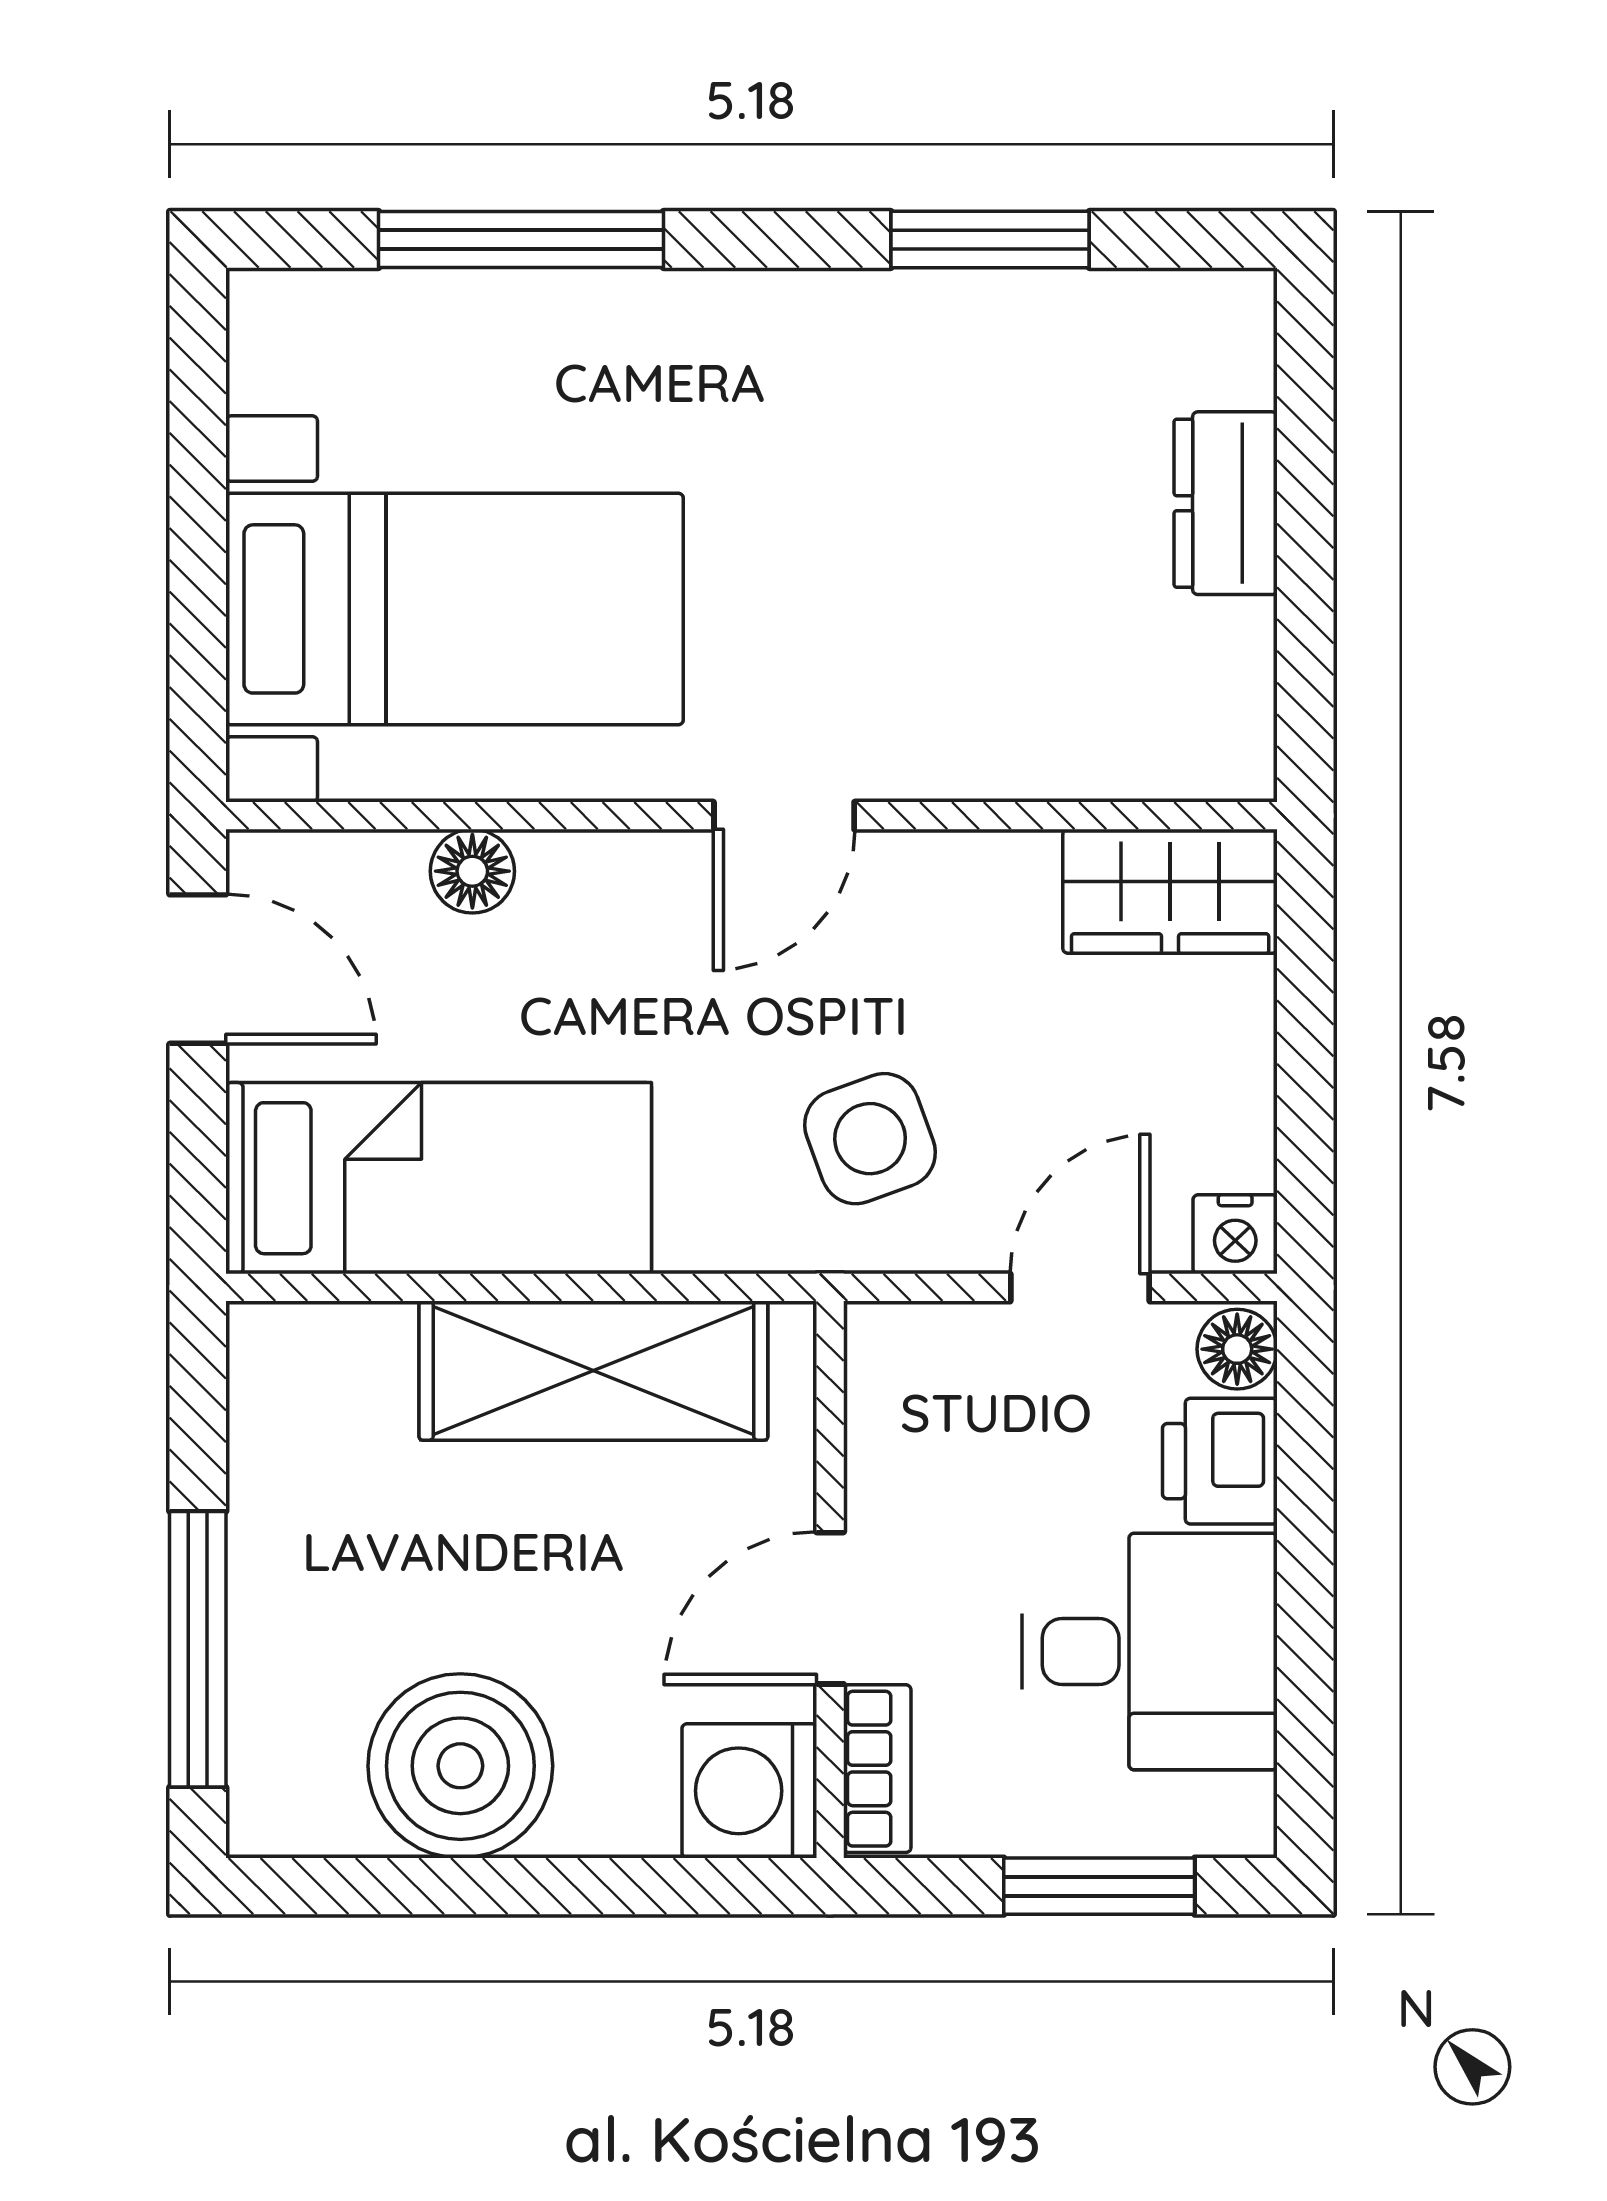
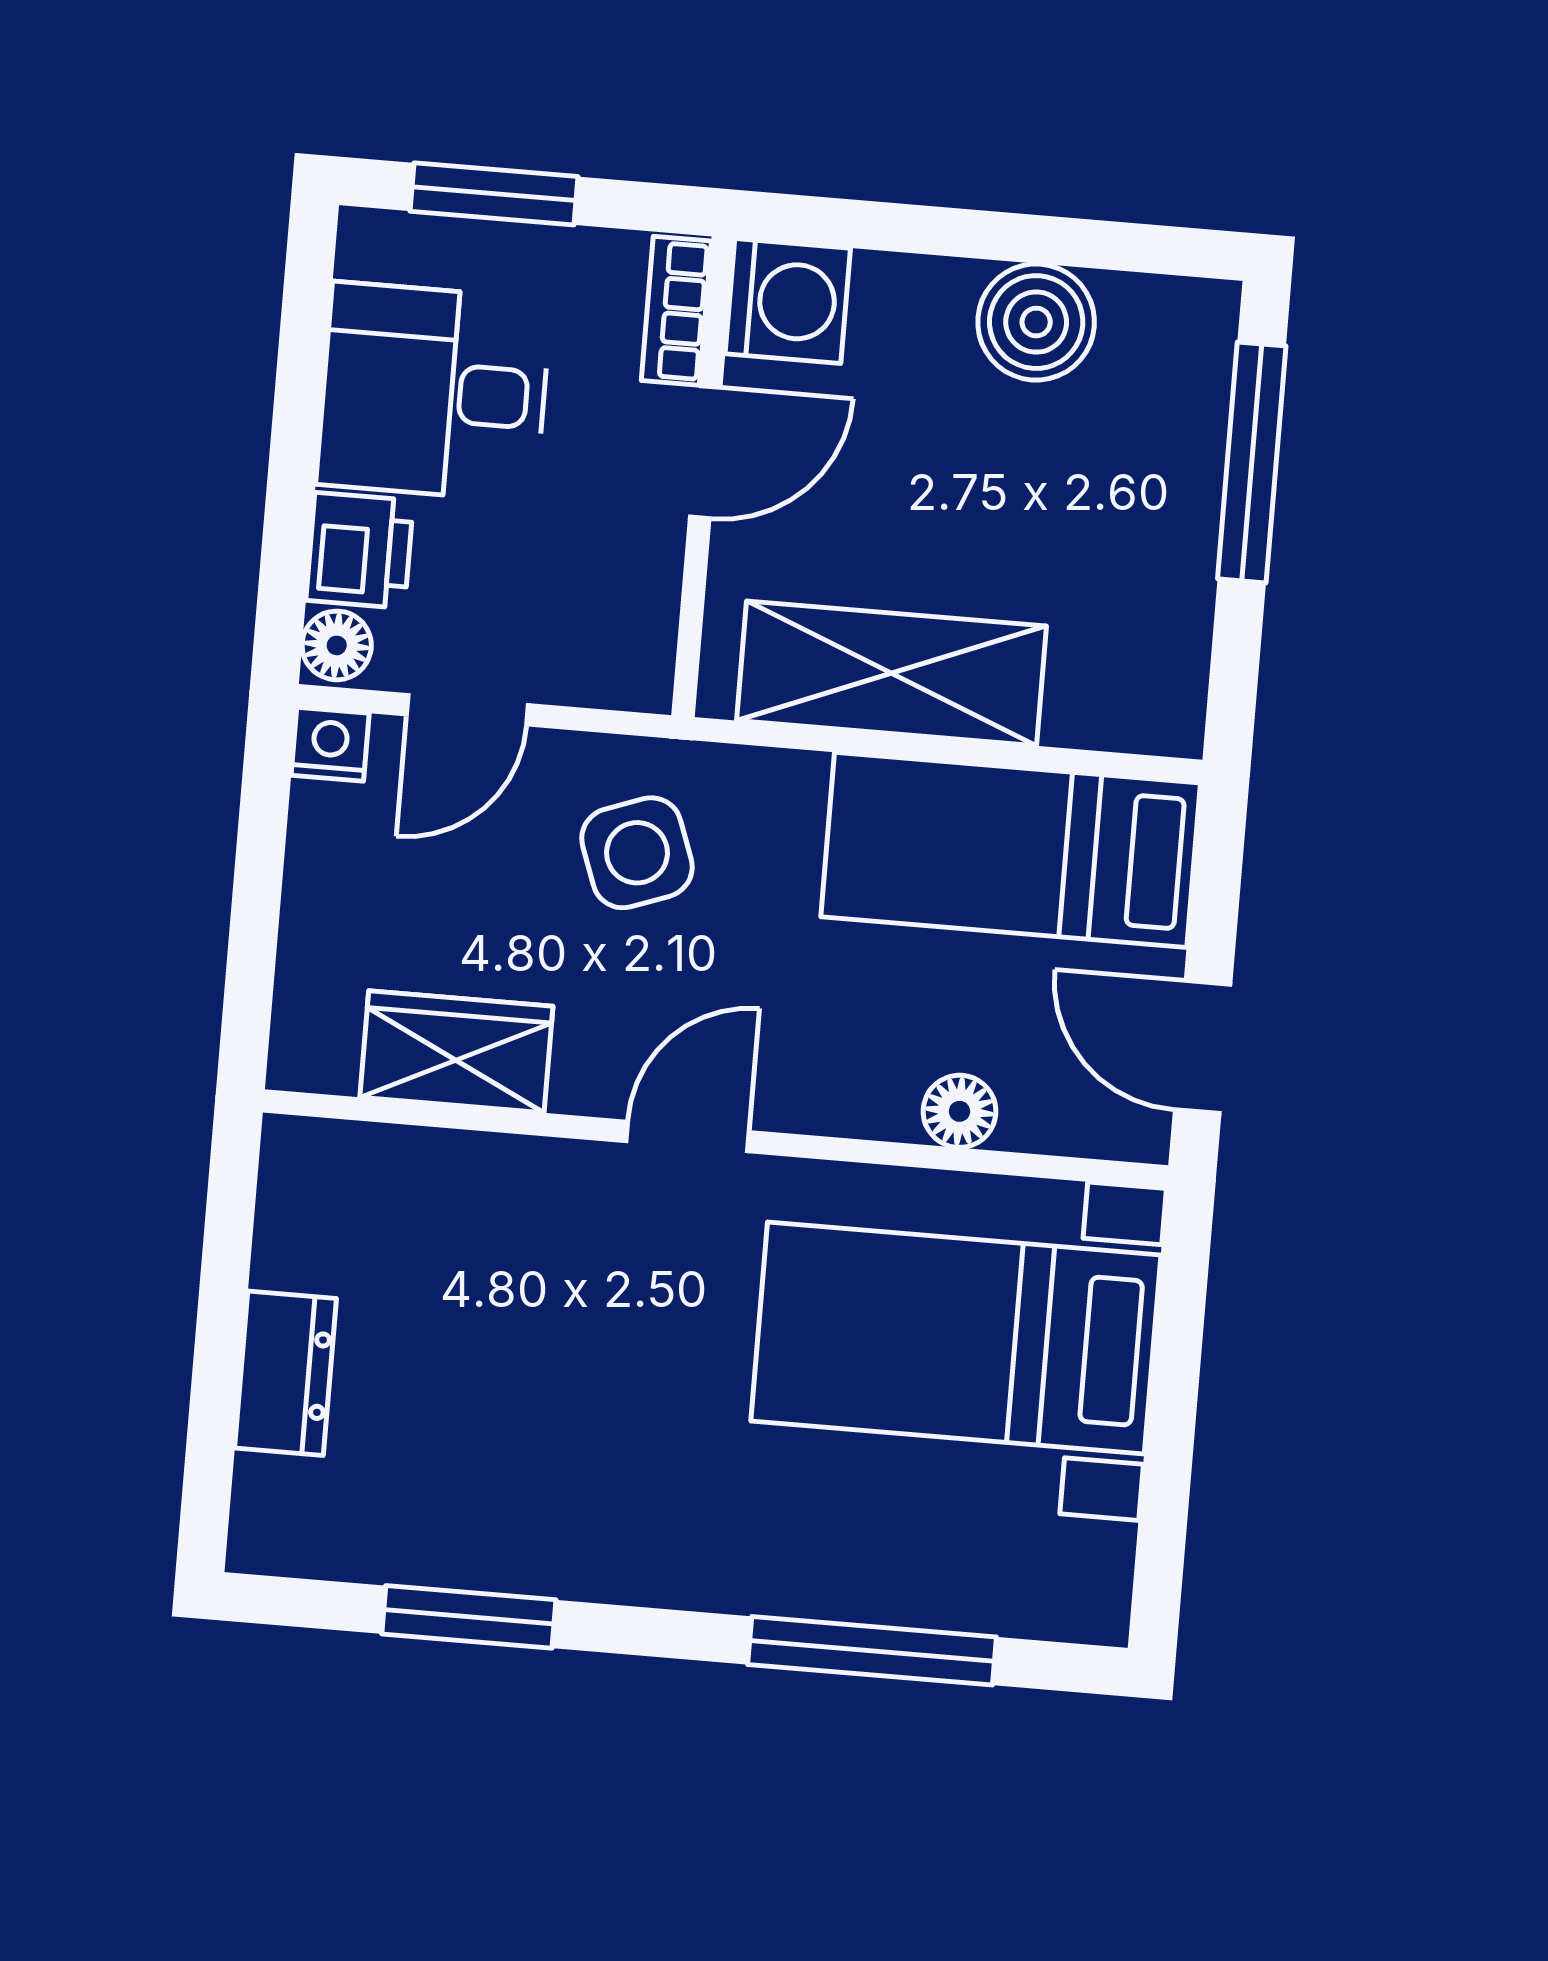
wardrobe: (1170, 891) -> (456, 1052), moved
boiler: (460, 1766) -> (1036, 322), width x0.73, depth x0.73

